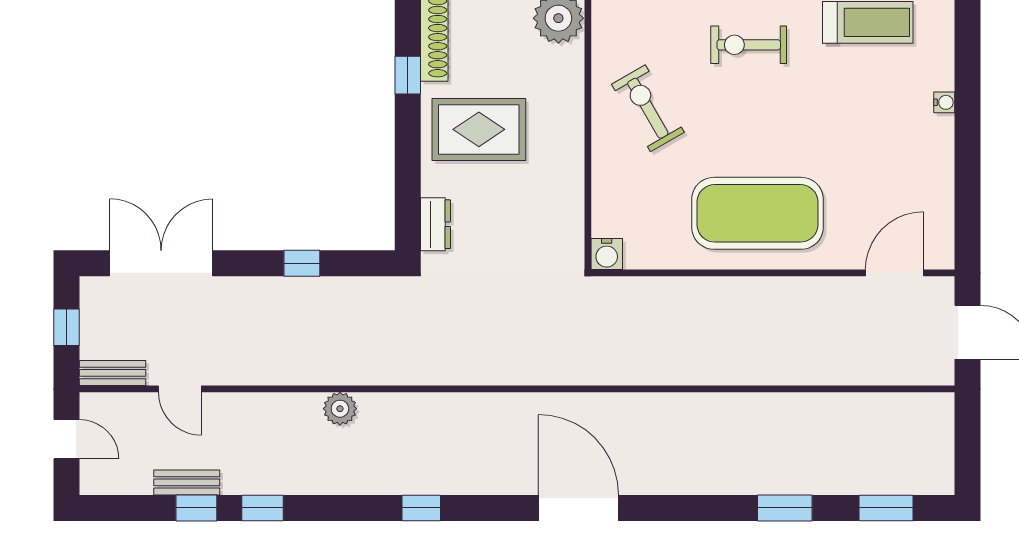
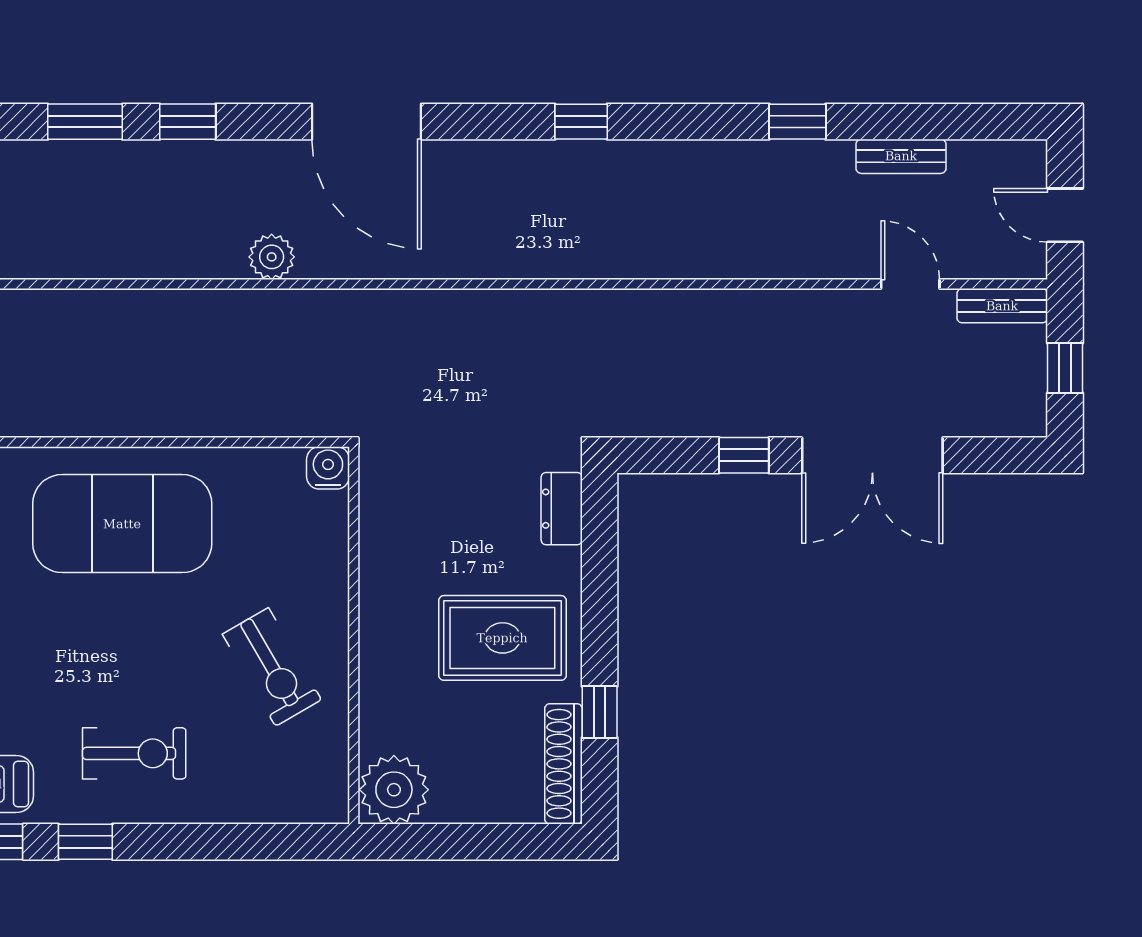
double door: (161, 263) -> (872, 455), moved
plant: (340, 409) -> (272, 257), moved
window: (196, 508) -> (188, 122), moved

